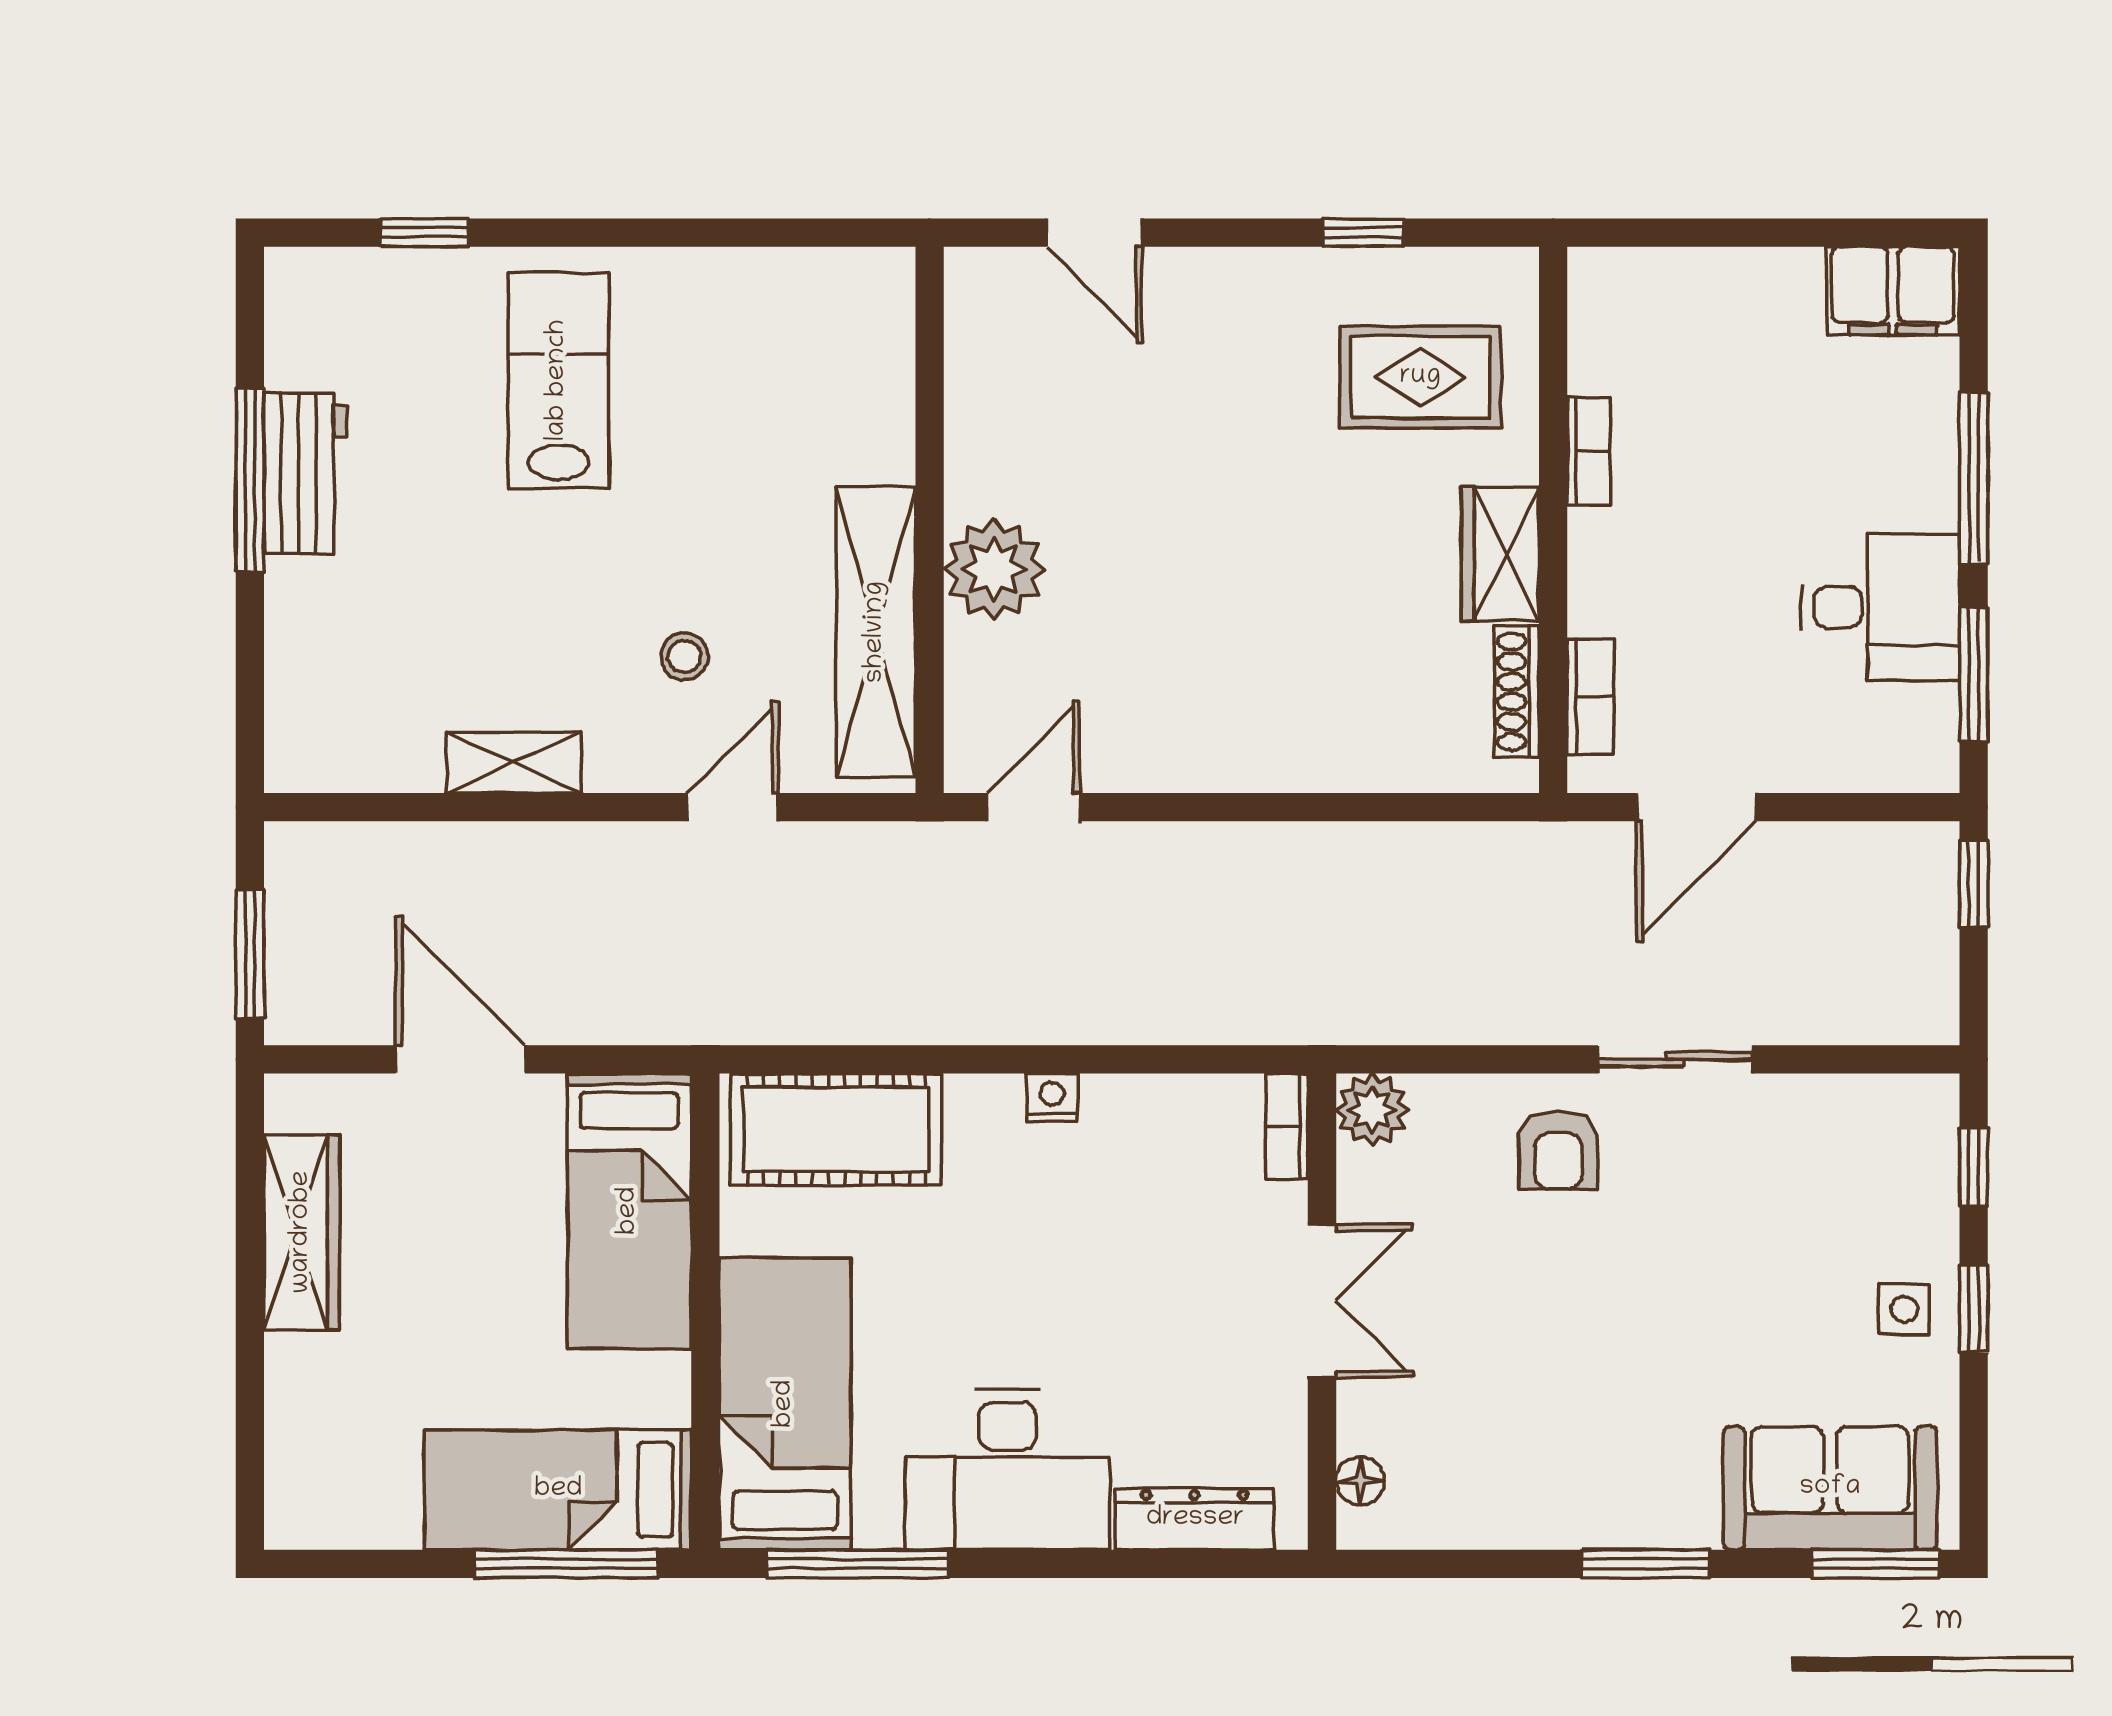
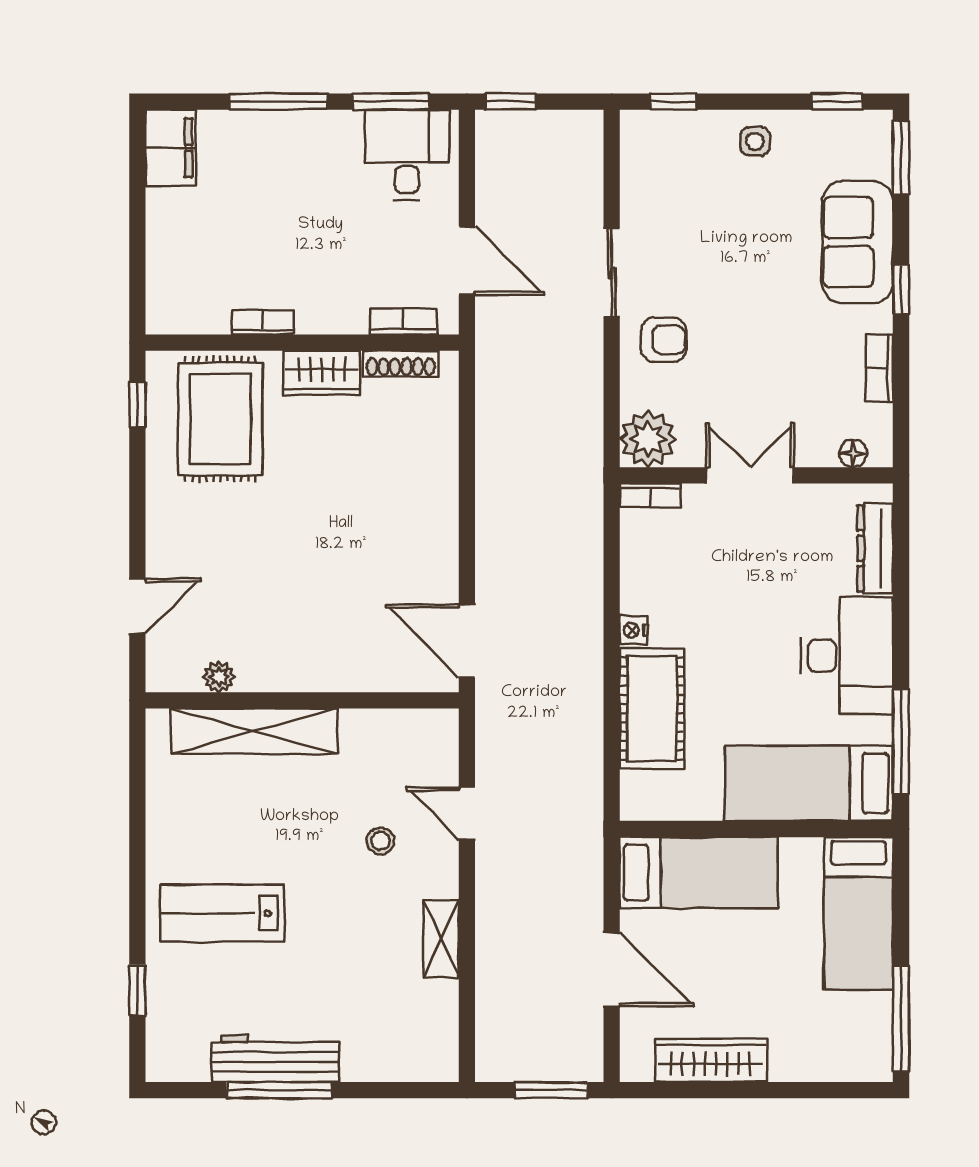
window: (1363, 233) -> (137, 405), moved
rug: (1420, 377) -> (220, 419), width x1.36, depth x1.43
workbench: (306, 473) -> (275, 1058), width x1.37
plant: (994, 569) -> (219, 677), moved, width x0.53, depth x0.53
desk: (1880, 607) -> (407, 155), moved
shelving: (876, 632) -> (254, 731), moved
door: (1033, 807) -> (467, 641), width x1.38
door: (460, 1059) -> (612, 969), swing flipped
plant: (1372, 1110) -> (648, 439), width x1.36, depth x1.36
cot: (836, 1129) -> (652, 708), moved
window: (1974, 1309) -> (837, 102), moved
sofa: (1830, 1488) -> (858, 242), moved
bookcase: (1509, 1526) -> (879, 368), added
window: (566, 1564) -> (901, 1019), moved
window: (1646, 1564) -> (901, 290), width x0.67

